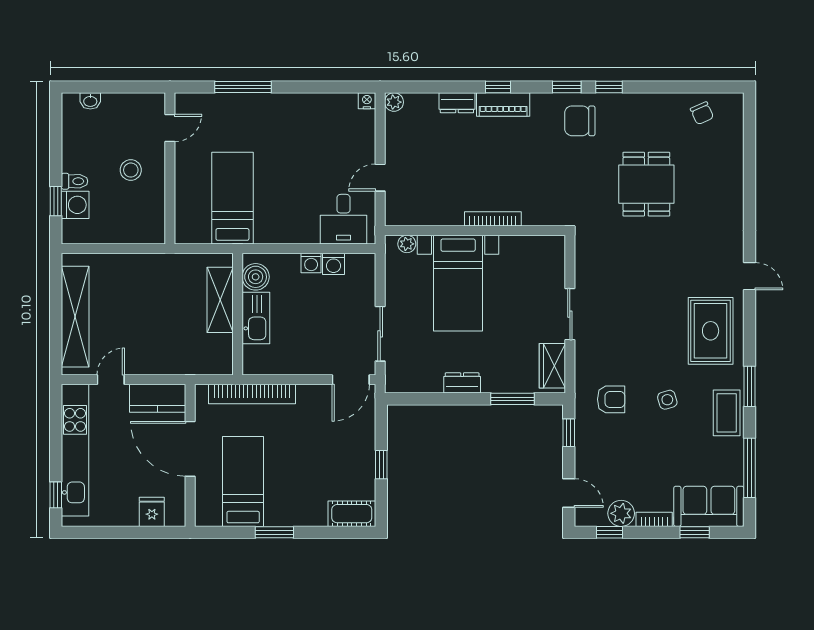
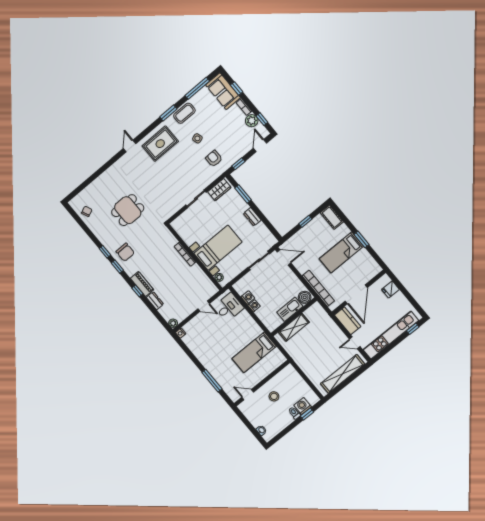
boiler: (256, 277) -> (305, 297), moved
bed: (243, 481) -> (341, 252), moved

